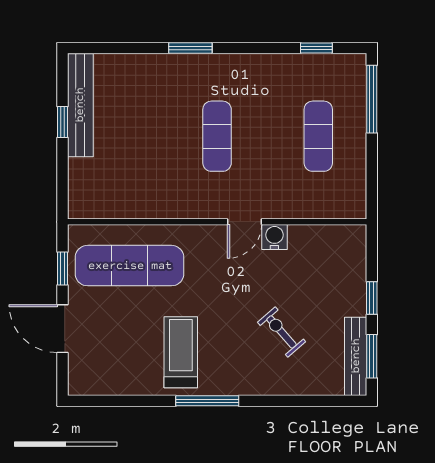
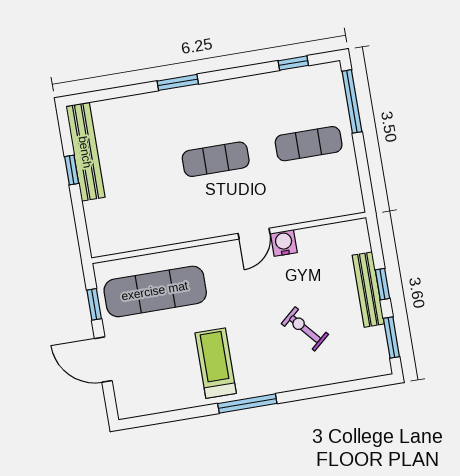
exercise mat: (217, 136) -> (216, 159), turned 90
exercise mat: (318, 136) -> (309, 144), turned 90
bench: (356, 356) -> (368, 290), moved

